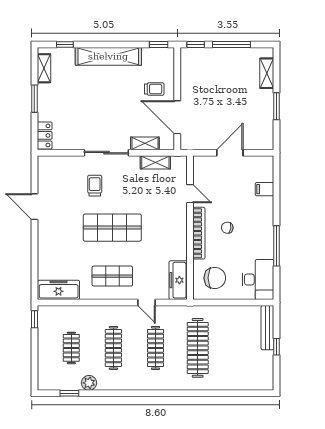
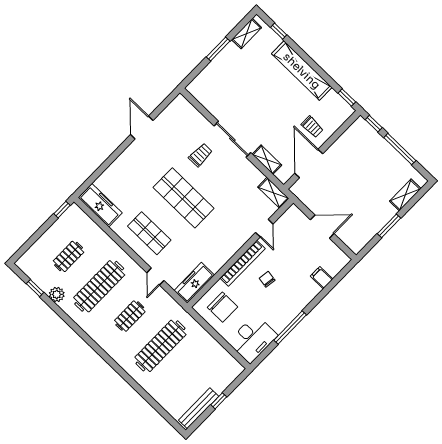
locker: (45, 135) -> (199, 83), removed
shelving: (155, 162) -> (273, 193), moved
bench: (267, 328) -> (199, 408), moved
clothes rail: (113, 348) -> (99, 286), width x1.37, depth x1.31
clothes rail: (156, 348) -> (130, 316), width x0.73

